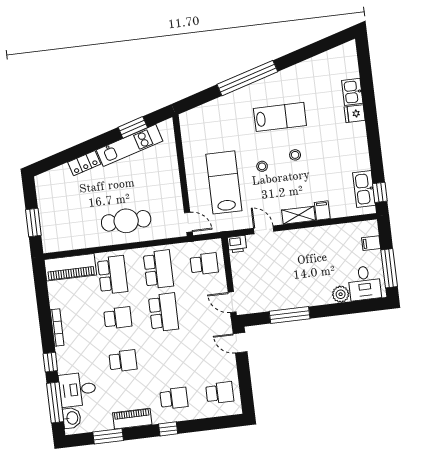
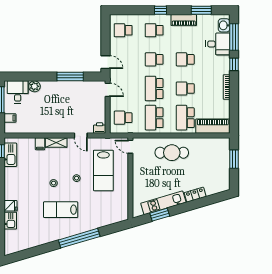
school desk: (169, 355) -> (154, 59), added

